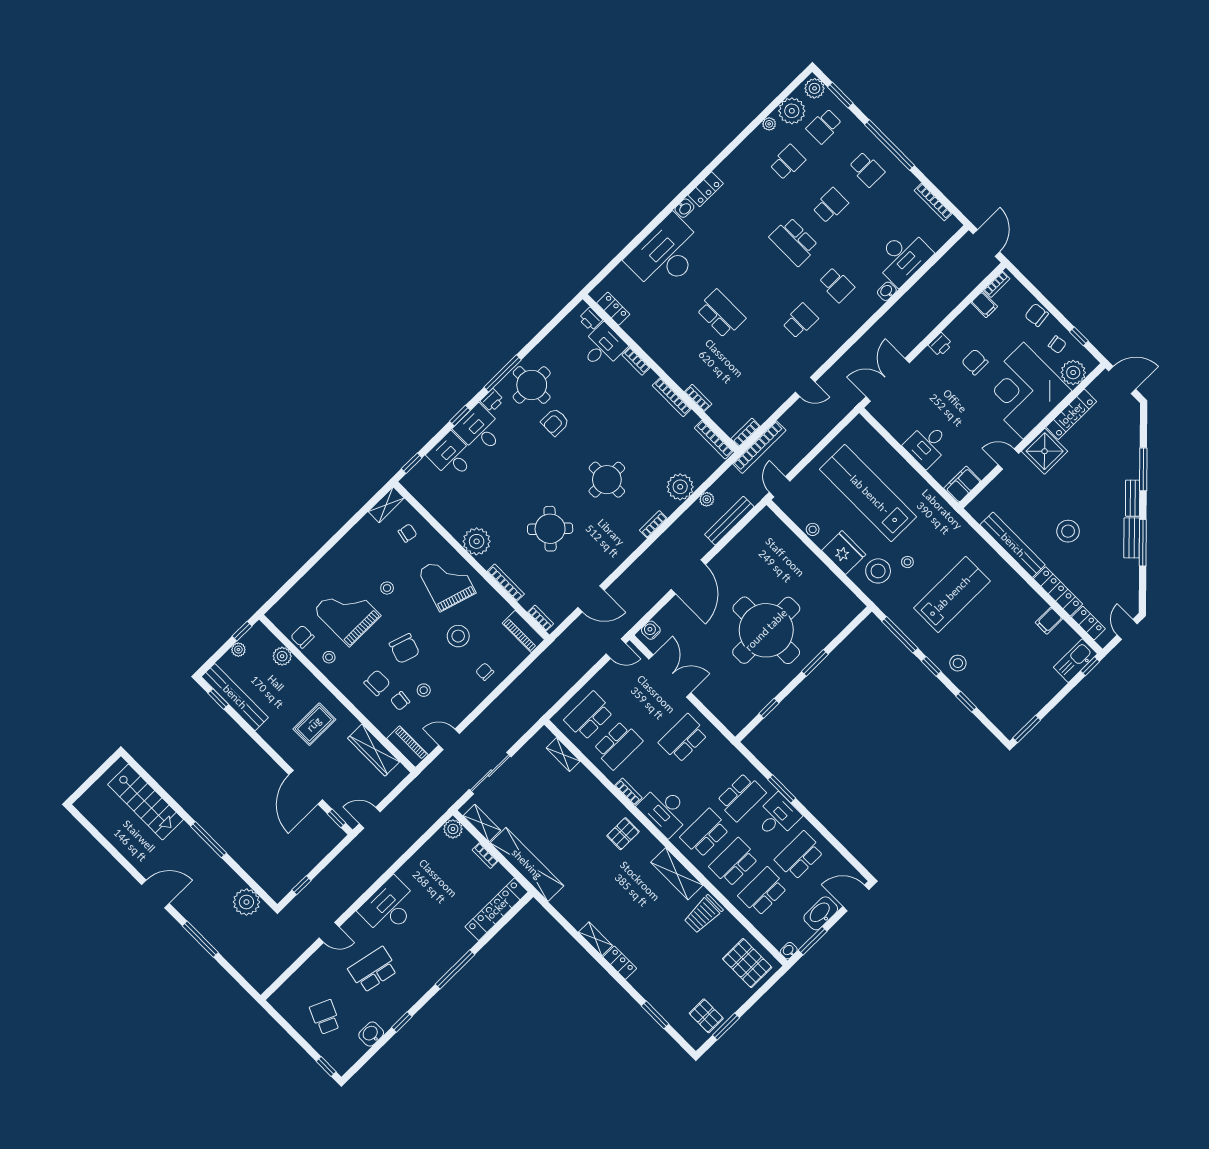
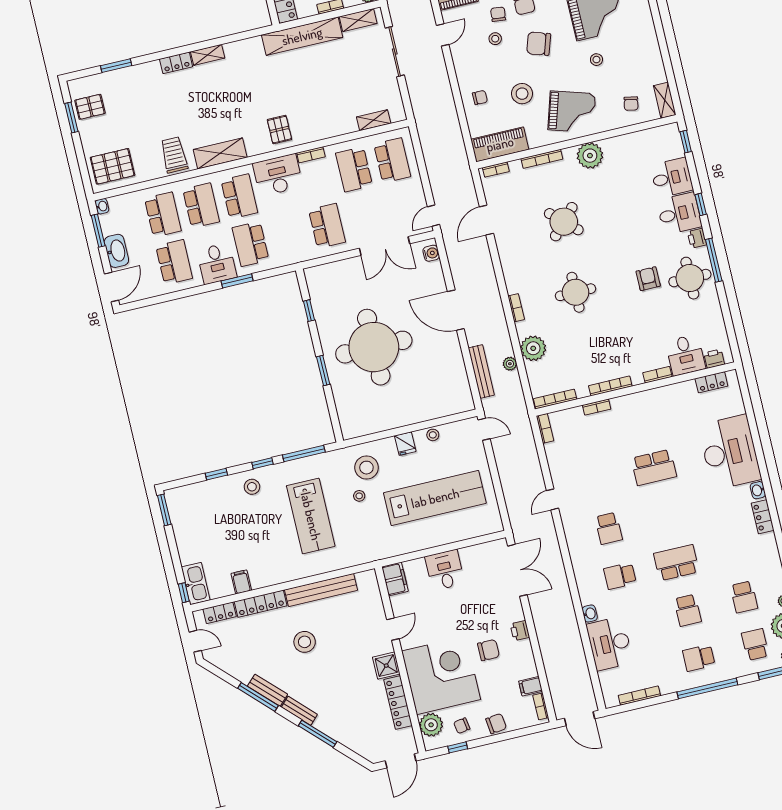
bookcase: (759, 447) -> (526, 432), removed
shower: (1045, 451) -> (386, 666), width x0.73, depth x0.73
fridge: (844, 552) -> (405, 444), width x0.53, depth x0.75
piano: (523, 631) -> (500, 144), width x1.37, depth x1.33

